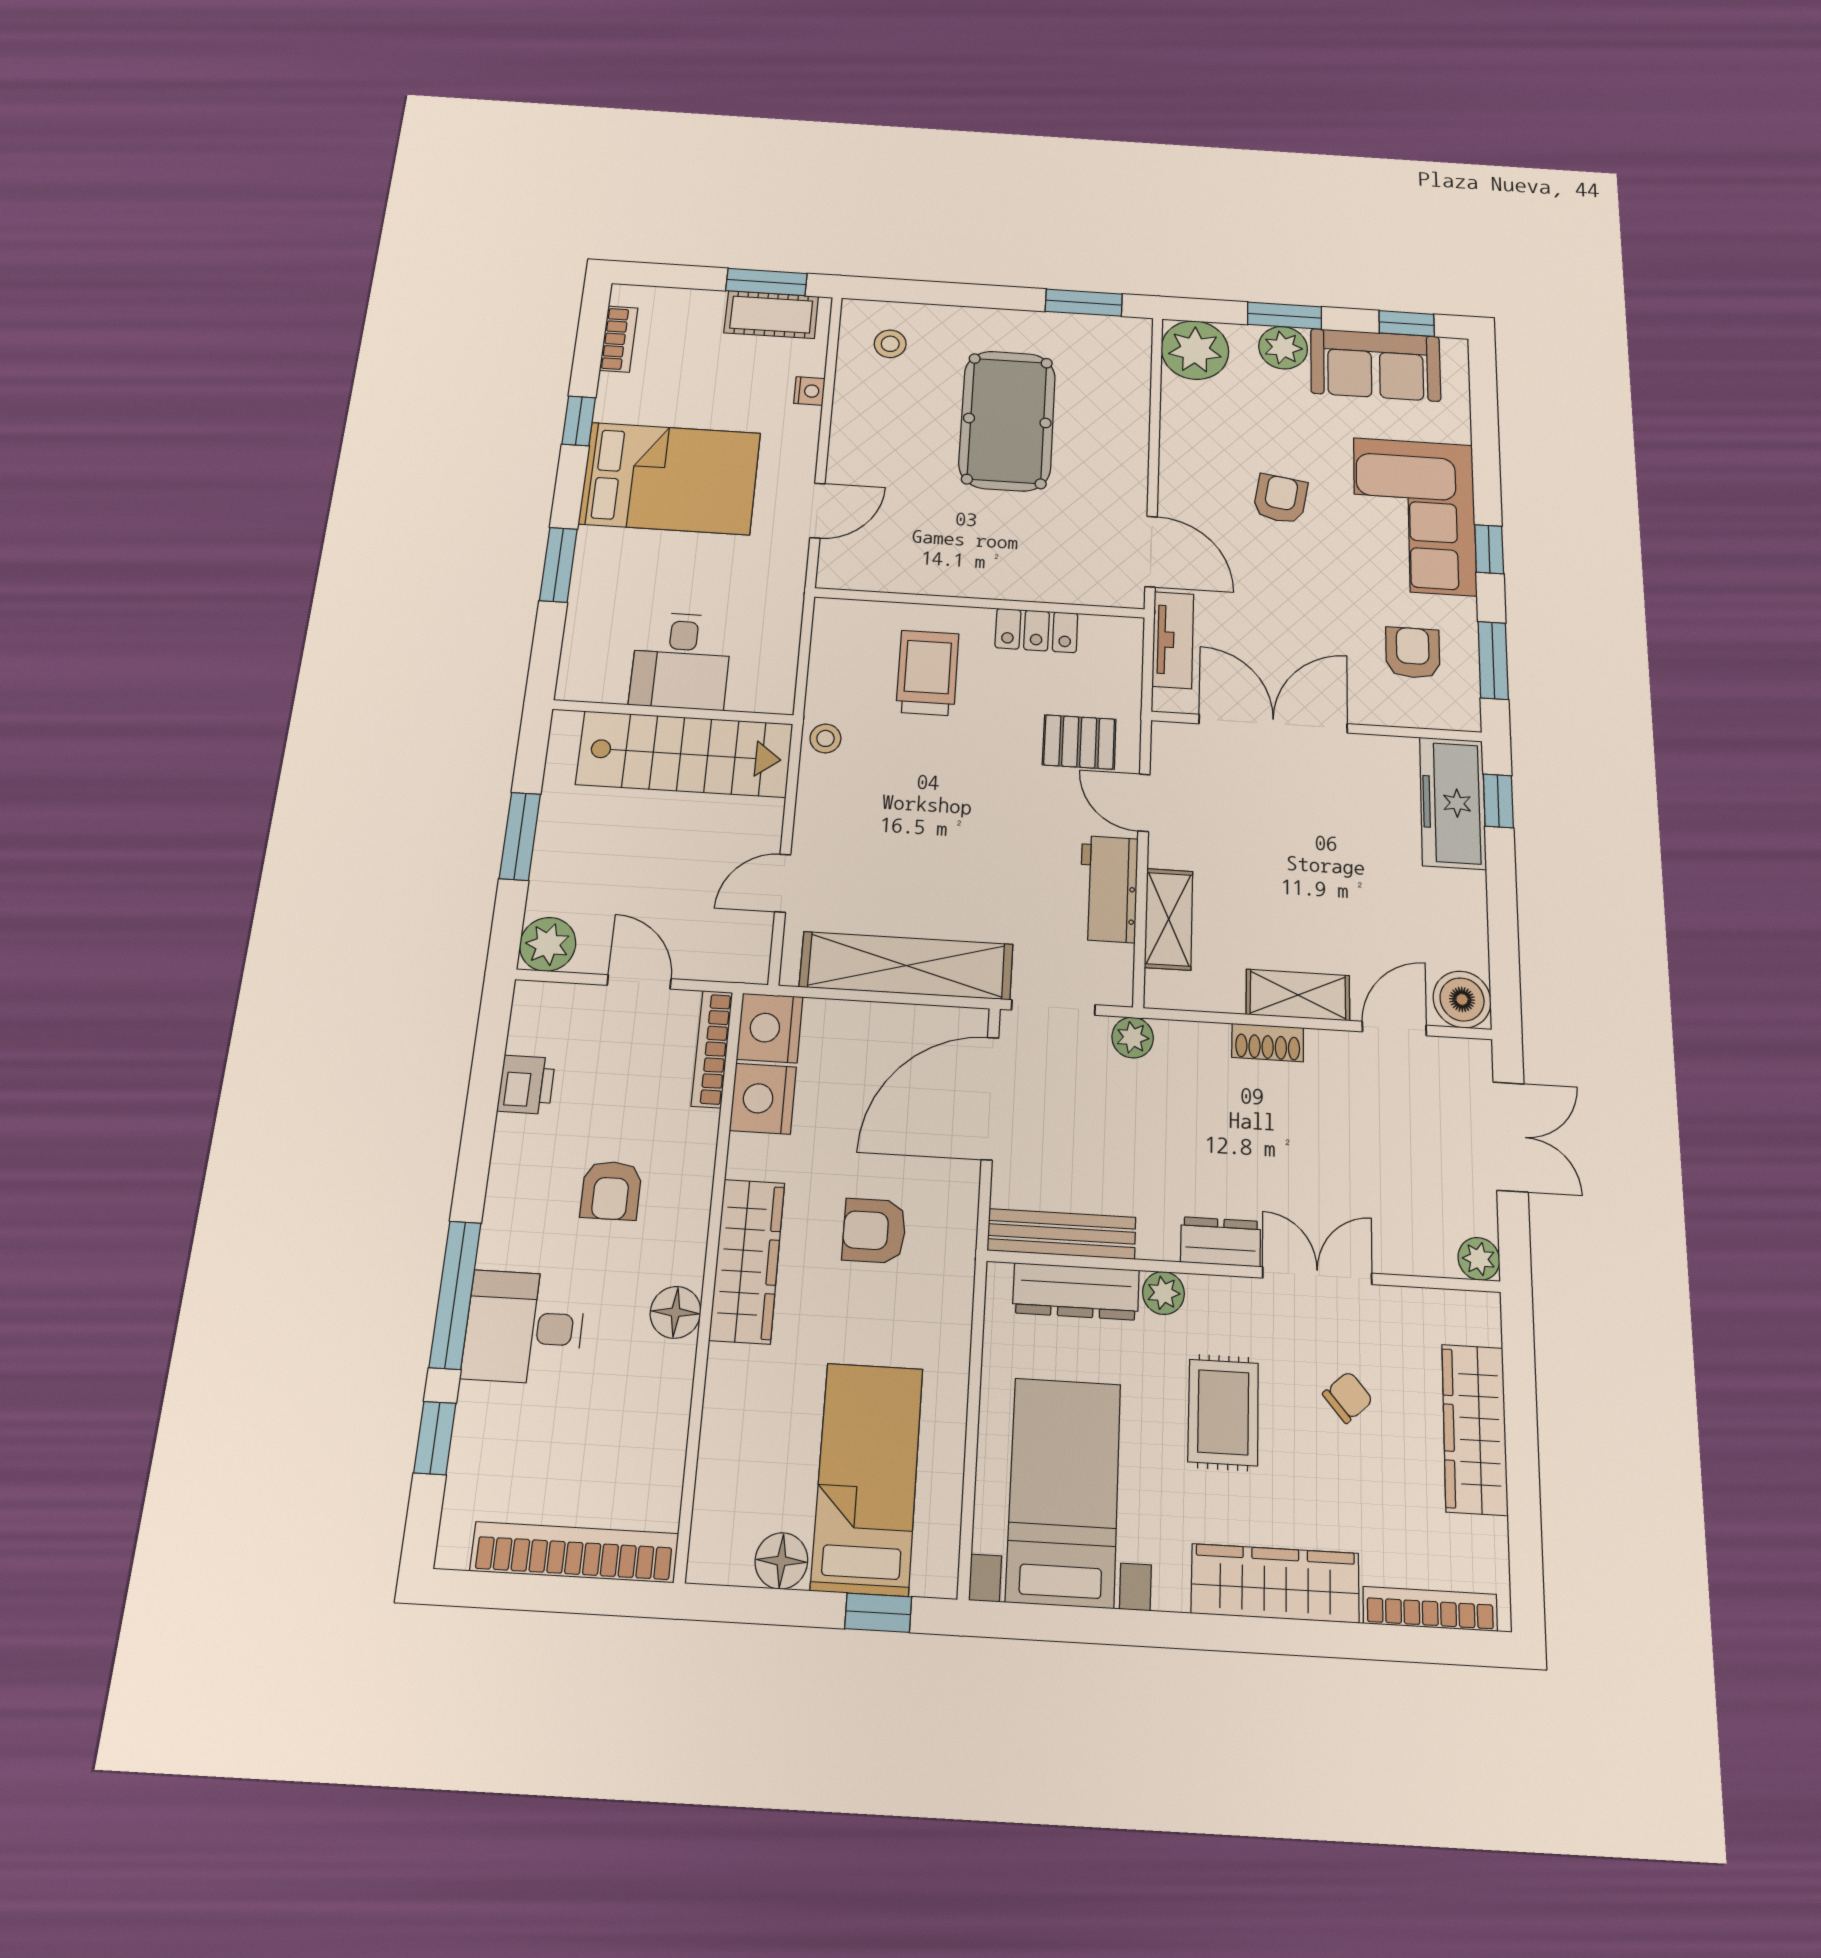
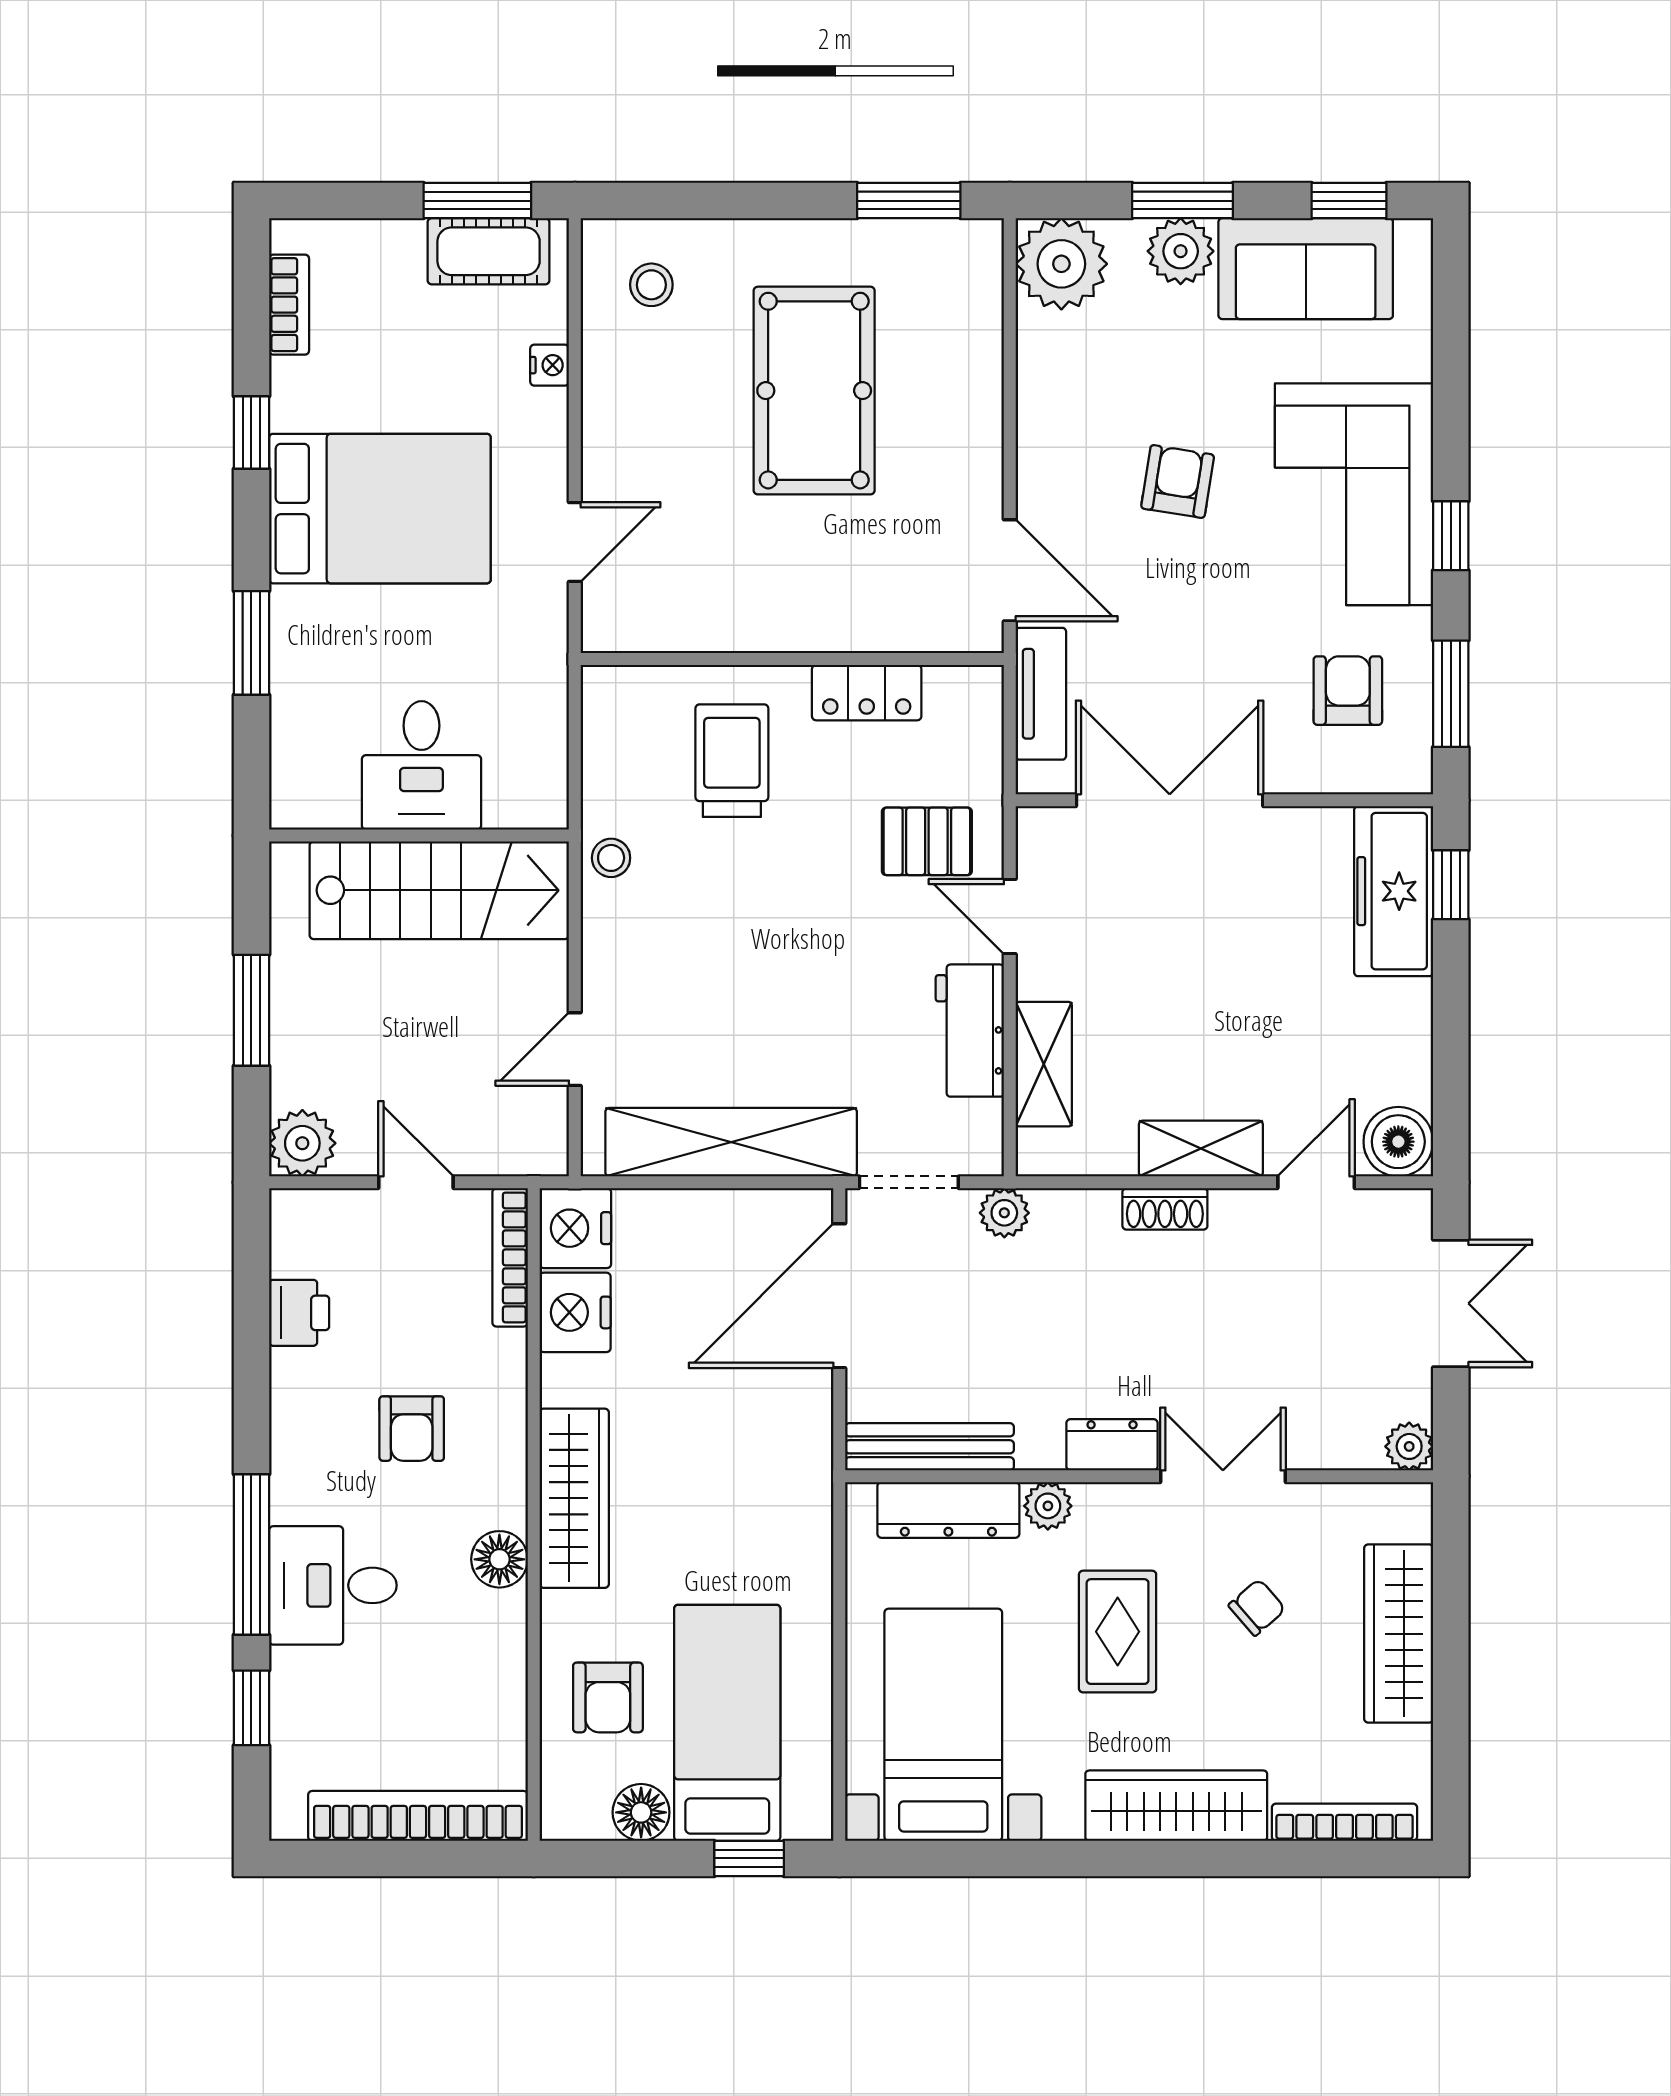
armchair: (874, 1231) -> (608, 1697), moved, turned -90

